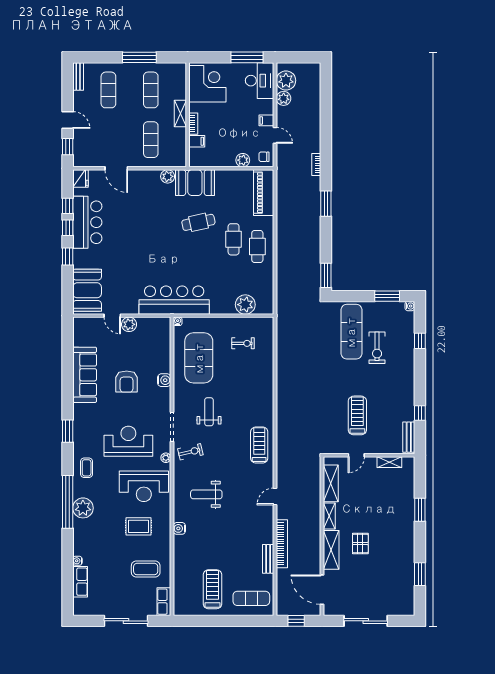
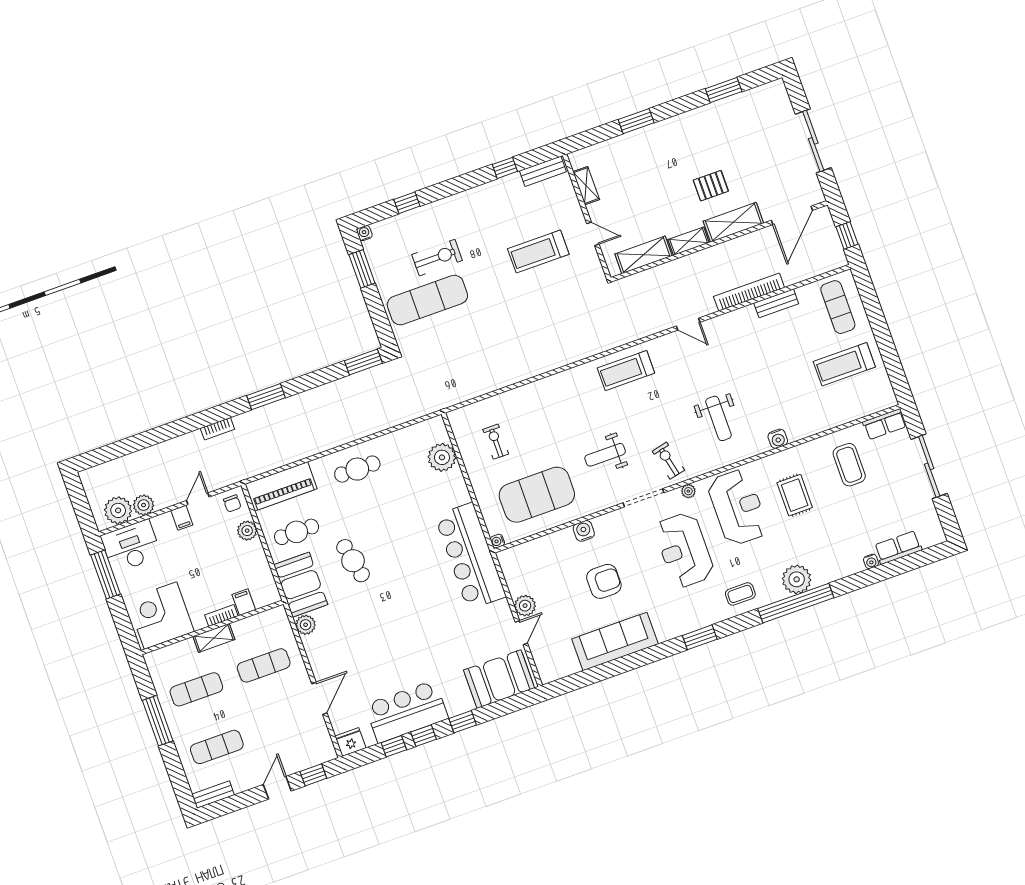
cafe table: (234, 239) -> (297, 532), moved

